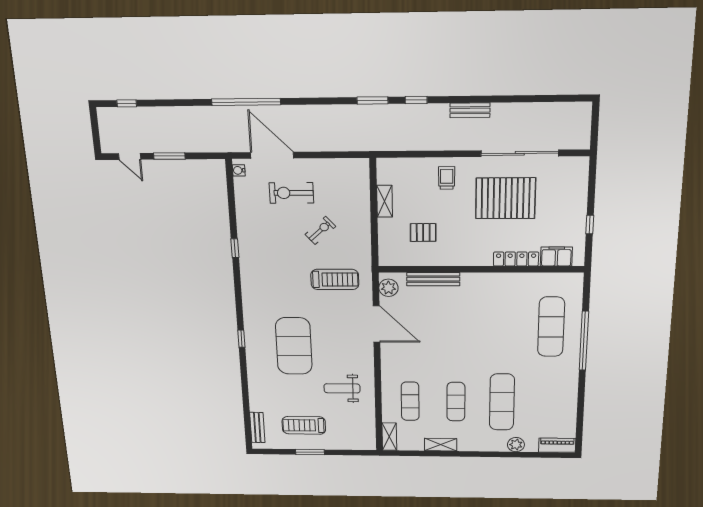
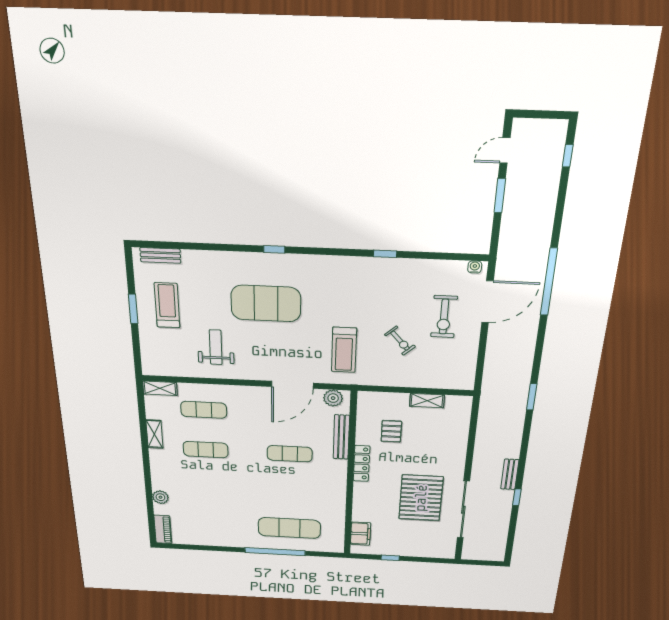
window: (416, 100) -> (517, 497), moved
trolley: (447, 178) -> (446, 453), removed
exercise bike: (291, 193) -> (444, 317), turned 180
locker: (516, 259) -> (362, 463), moved
exercise mat: (502, 402) -> (290, 454), moved, width x0.73, depth x0.69

